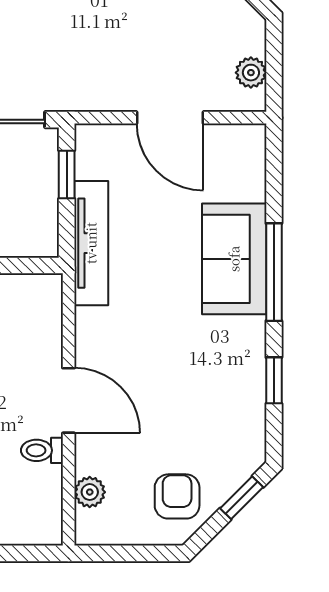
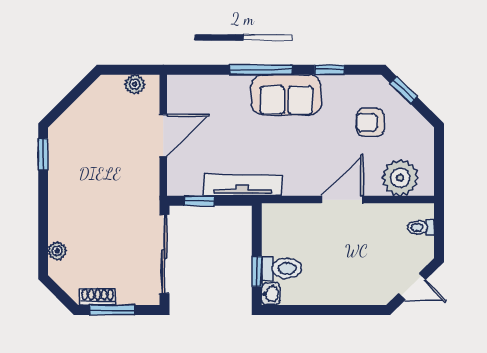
sofa: (234, 259) -> (286, 95), moved
toilet: (42, 450) -> (421, 228), moved, turned 90
plant: (90, 492) -> (400, 178), width x1.88, depth x1.88
armchair: (177, 496) -> (370, 122), moved

